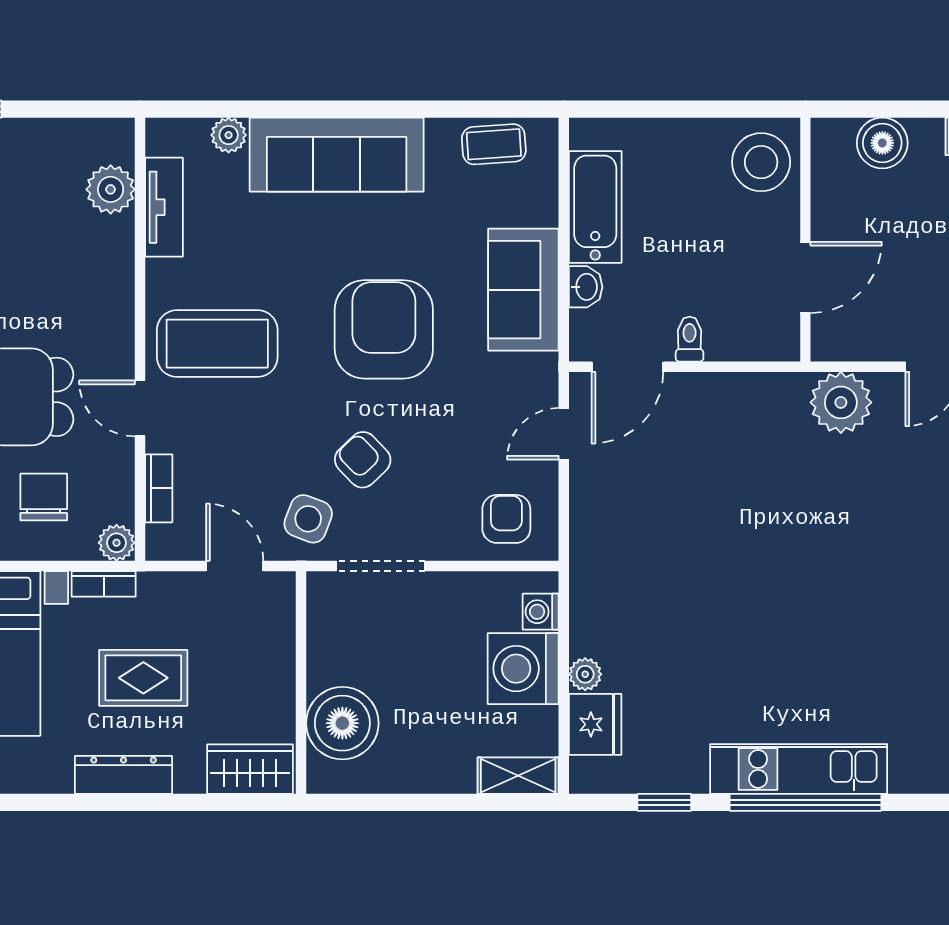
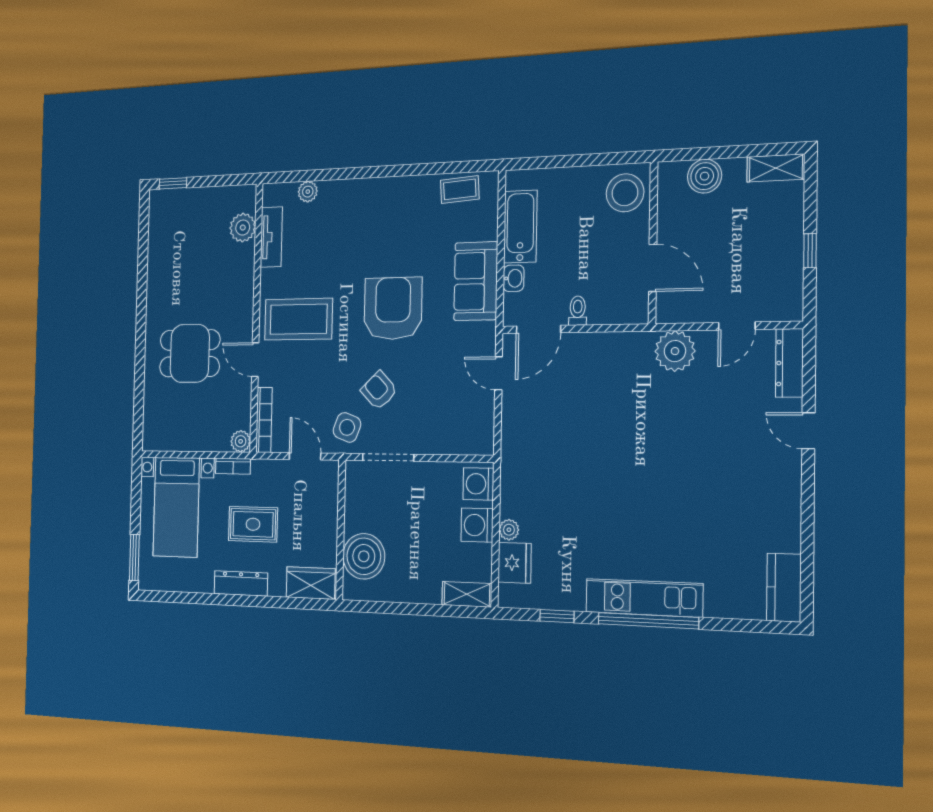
sofa: (337, 155) -> (368, 200), removed
door: (805, 277) -> (653, 268), hinge flipped
door: (564, 434) -> (499, 373), hinge flipped
bookcase: (159, 488) -> (264, 420), width x1.56
chair: (44, 497) -> (202, 413), removed
armchair: (506, 519) -> (463, 428), removed
washing machine: (541, 612) -> (478, 484), width x1.38, depth x1.38
washing machine: (523, 669) -> (477, 525), width x0.73, depth x0.73

